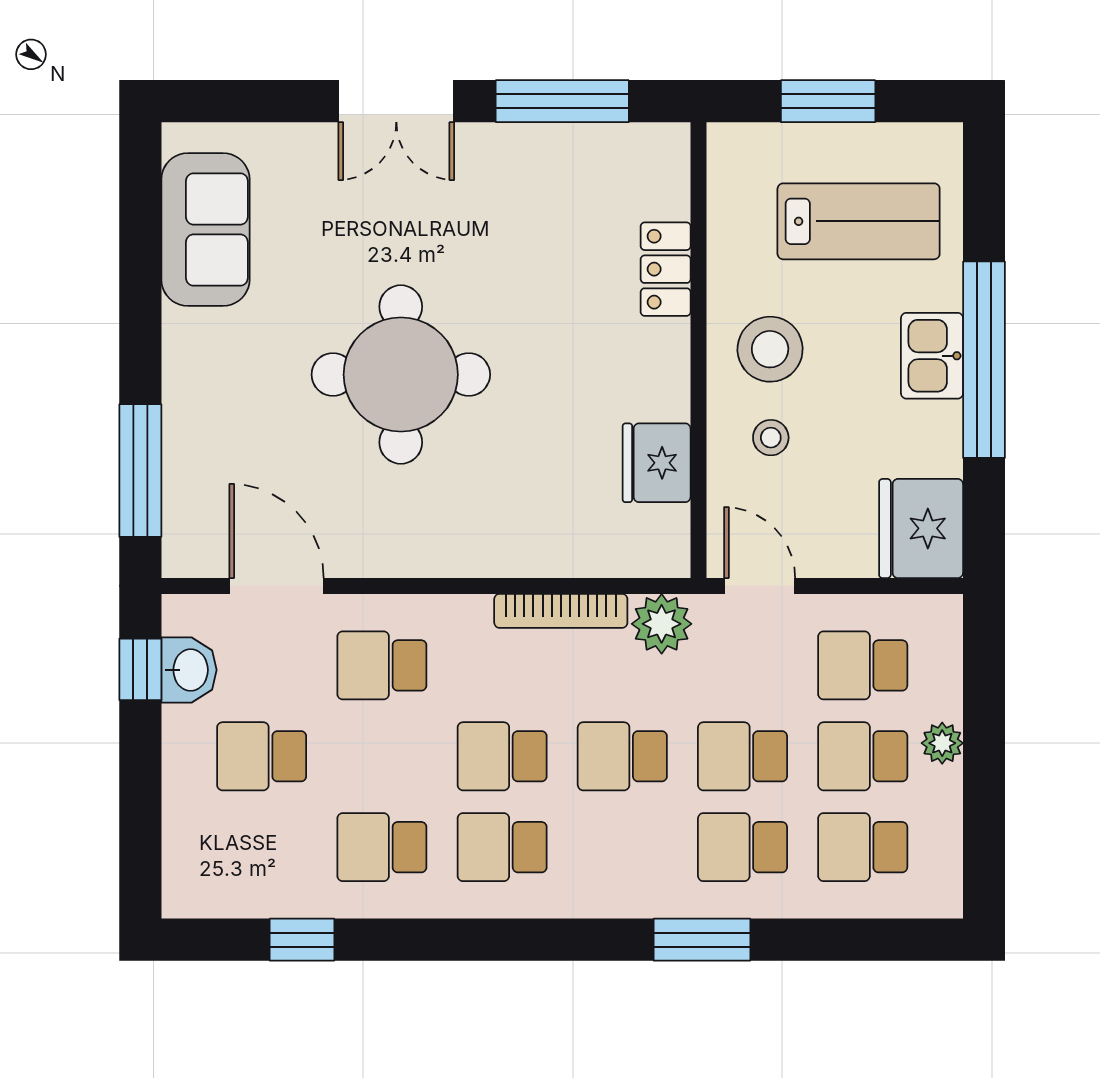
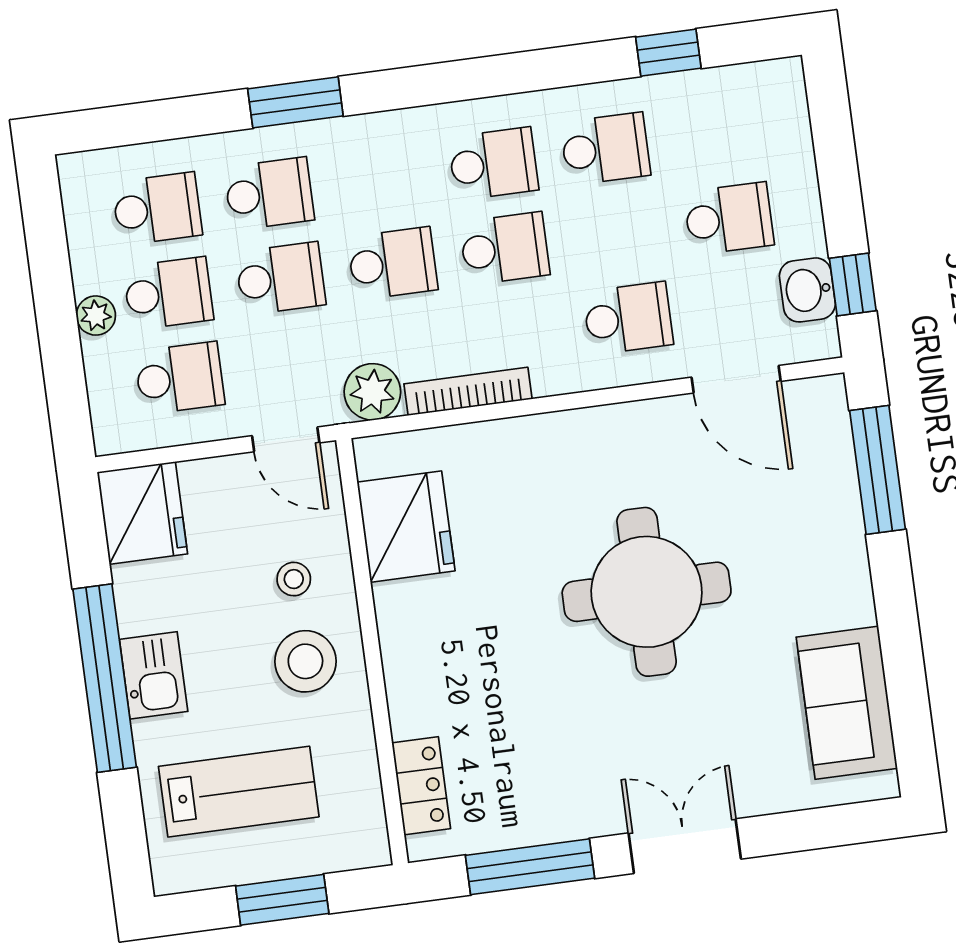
lab bench: (859, 221) -> (239, 792), turned 180
locker: (666, 269) -> (421, 786), moved
fridge: (657, 463) -> (406, 527), width x1.36, depth x1.34

